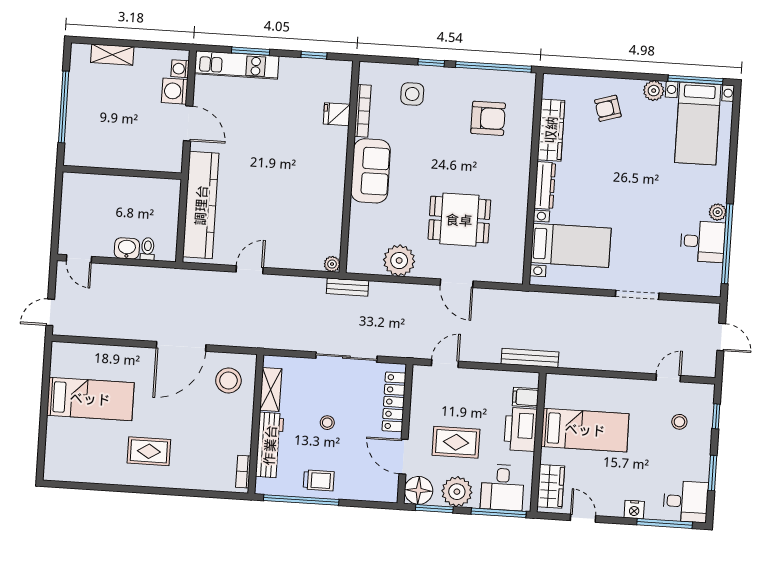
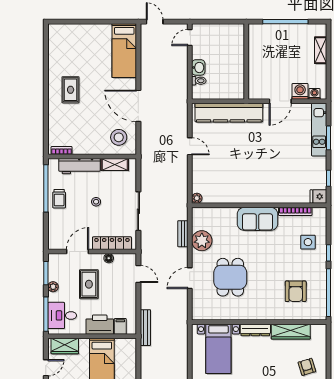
fridge: (337, 114) -> (318, 196), moved, turned -90
bench: (347, 287) -> (183, 234), moved
bed: (90, 399) -> (124, 51), moved
floor lamp: (419, 490) -> (109, 258), moved, width x0.53, depth x0.53
plant: (457, 492) -> (53, 287), width x0.53, depth x0.53

